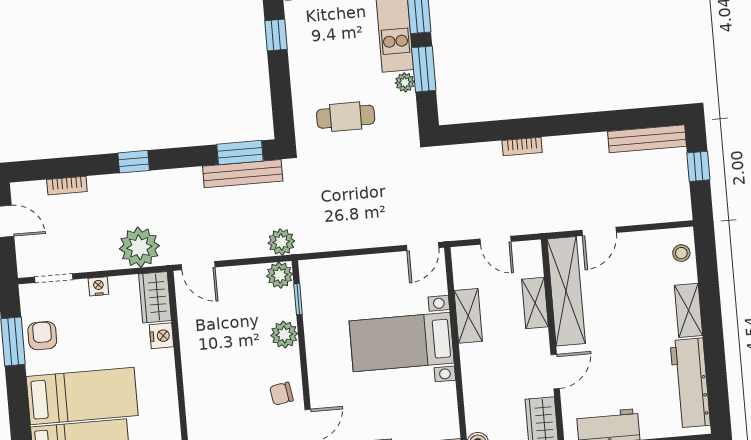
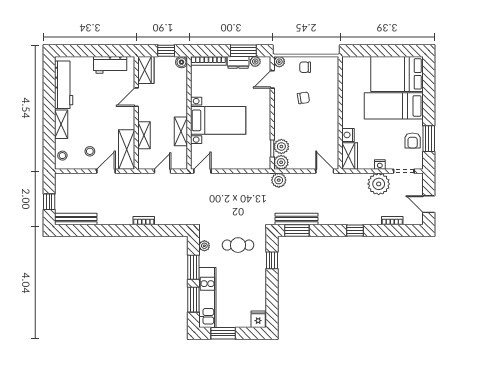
window: (276, 35) -> (272, 260), moved
plant: (405, 82) -> (204, 246), moved
door: (495, 240) -> (163, 171), hinge flipped
plant: (139, 247) -> (379, 184), moved
stool: (632, 265) -> (90, 151), added
shelving: (566, 291) -> (127, 150), width x0.68
plant: (284, 335) -> (281, 146), moved
chair: (281, 394) -> (303, 98), moved

